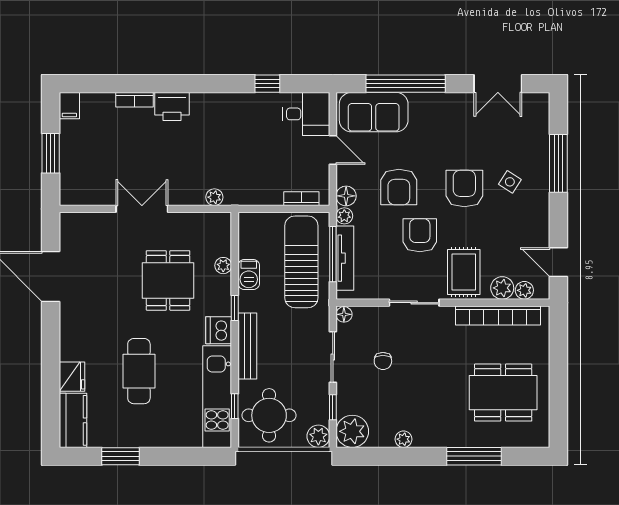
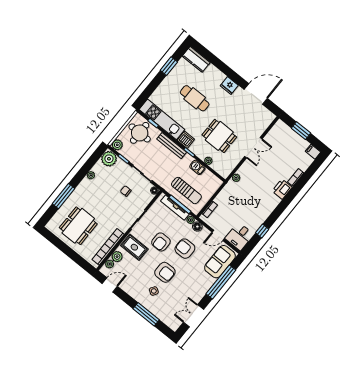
armchair: (420, 235) -> (161, 242), turned 90
sun lounger: (301, 262) -> (186, 191), width x0.73, depth x0.75
fridge: (72, 377) -> (229, 86), moved

